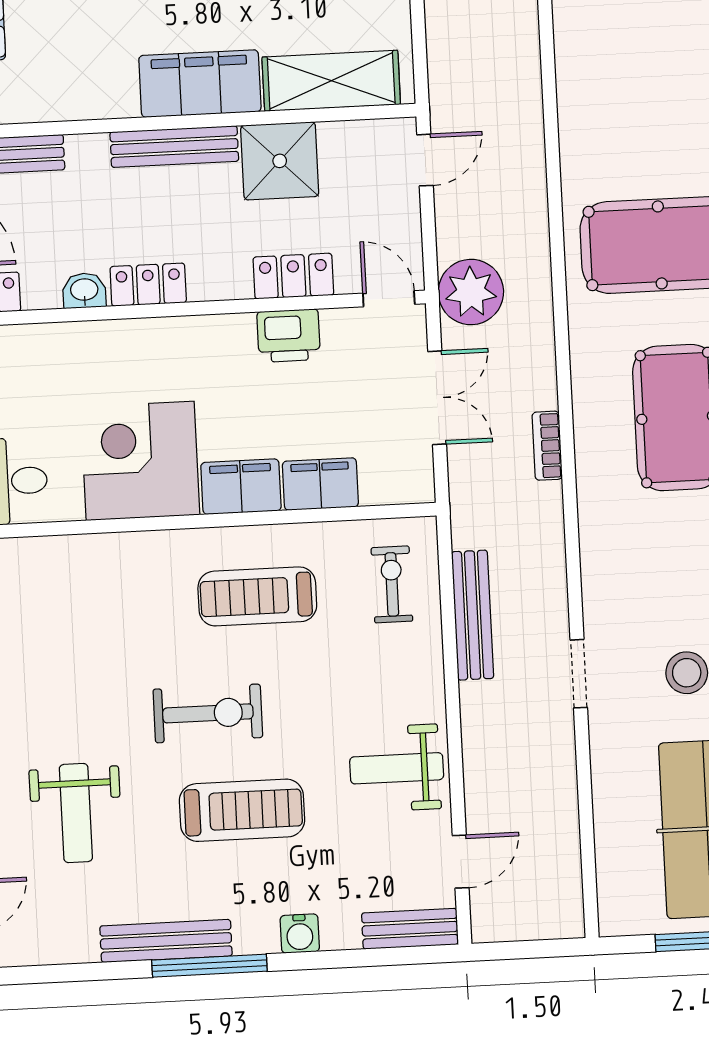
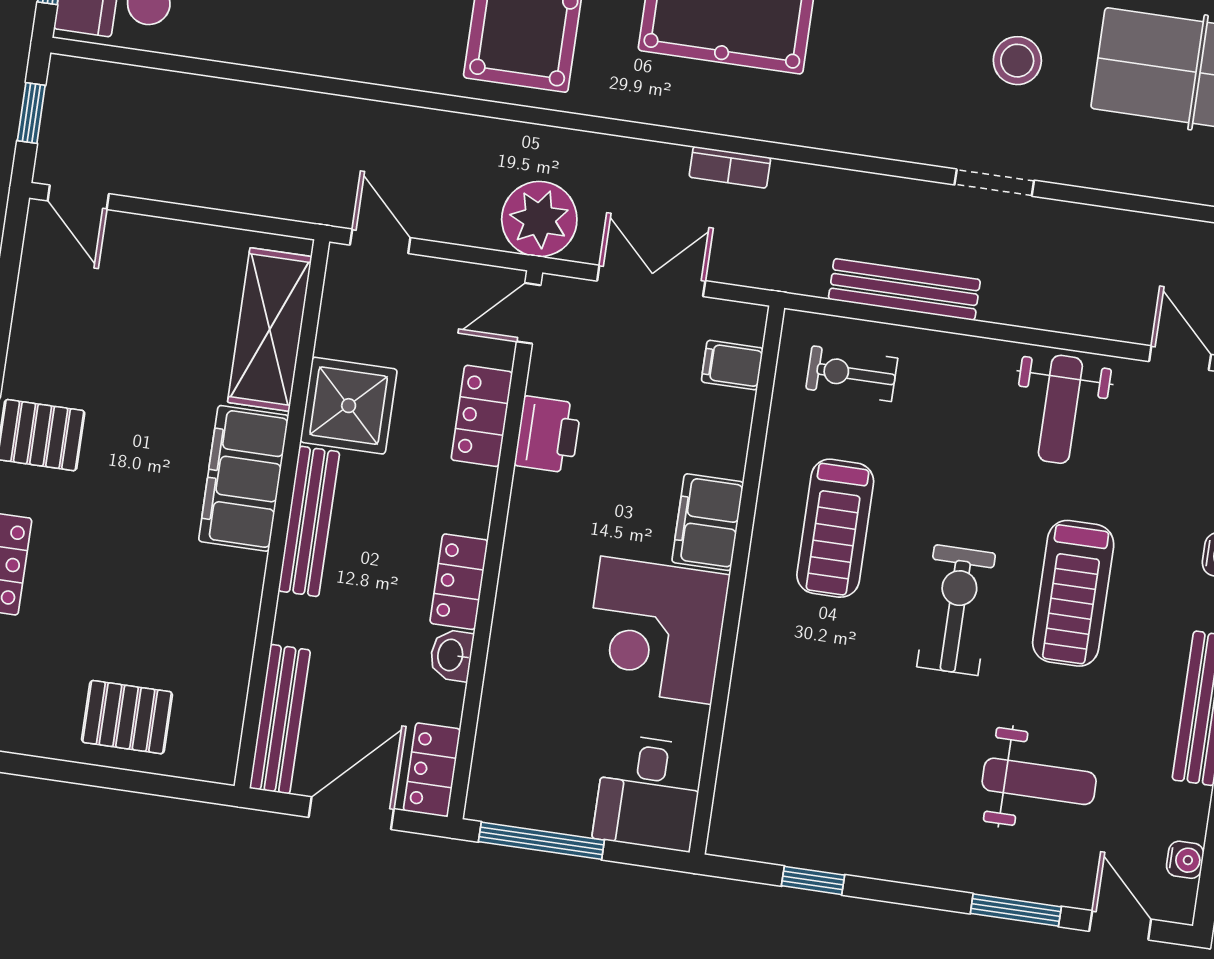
filing cabinet: (320, 484) -> (732, 365), moved, width x0.50
treadmill: (242, 810) -> (1073, 593), turned 180
water cooler: (34, 951) -> (1185, 860), added

